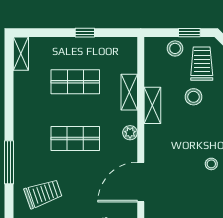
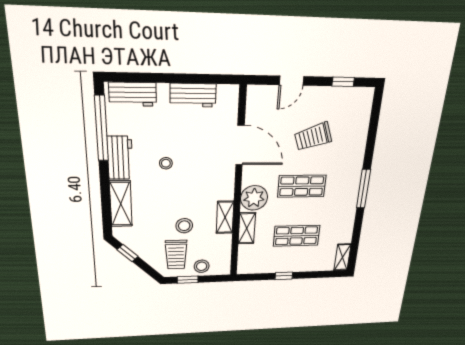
plant: (130, 133) -> (254, 198), width x1.88, depth x1.88
window: (9, 162) -> (363, 189), moved
door: (141, 182) -> (240, 145), hinge flipped
trolley: (43, 194) -> (313, 137), moved

